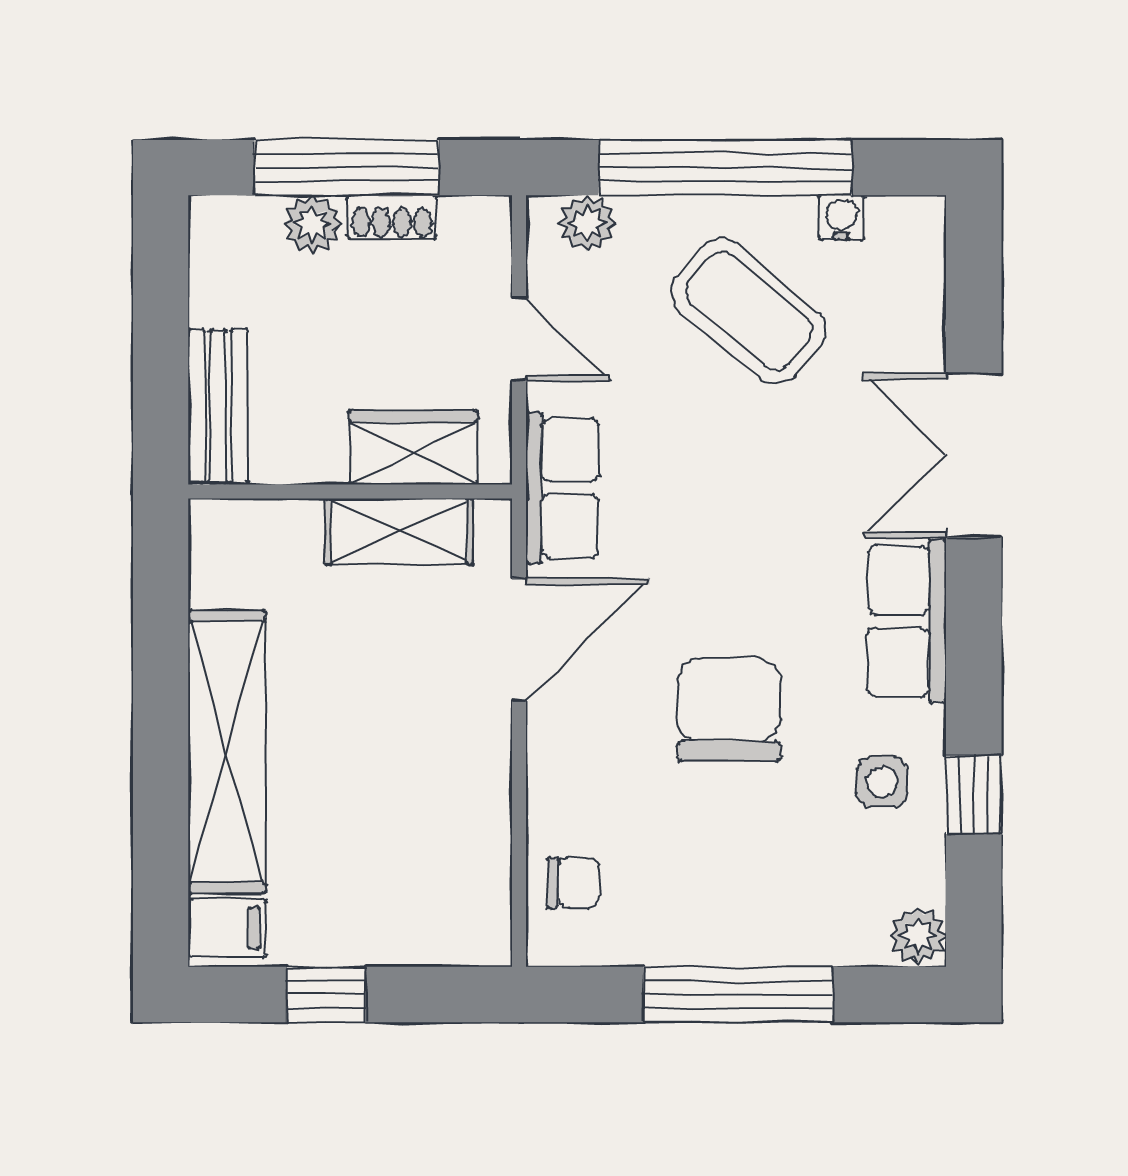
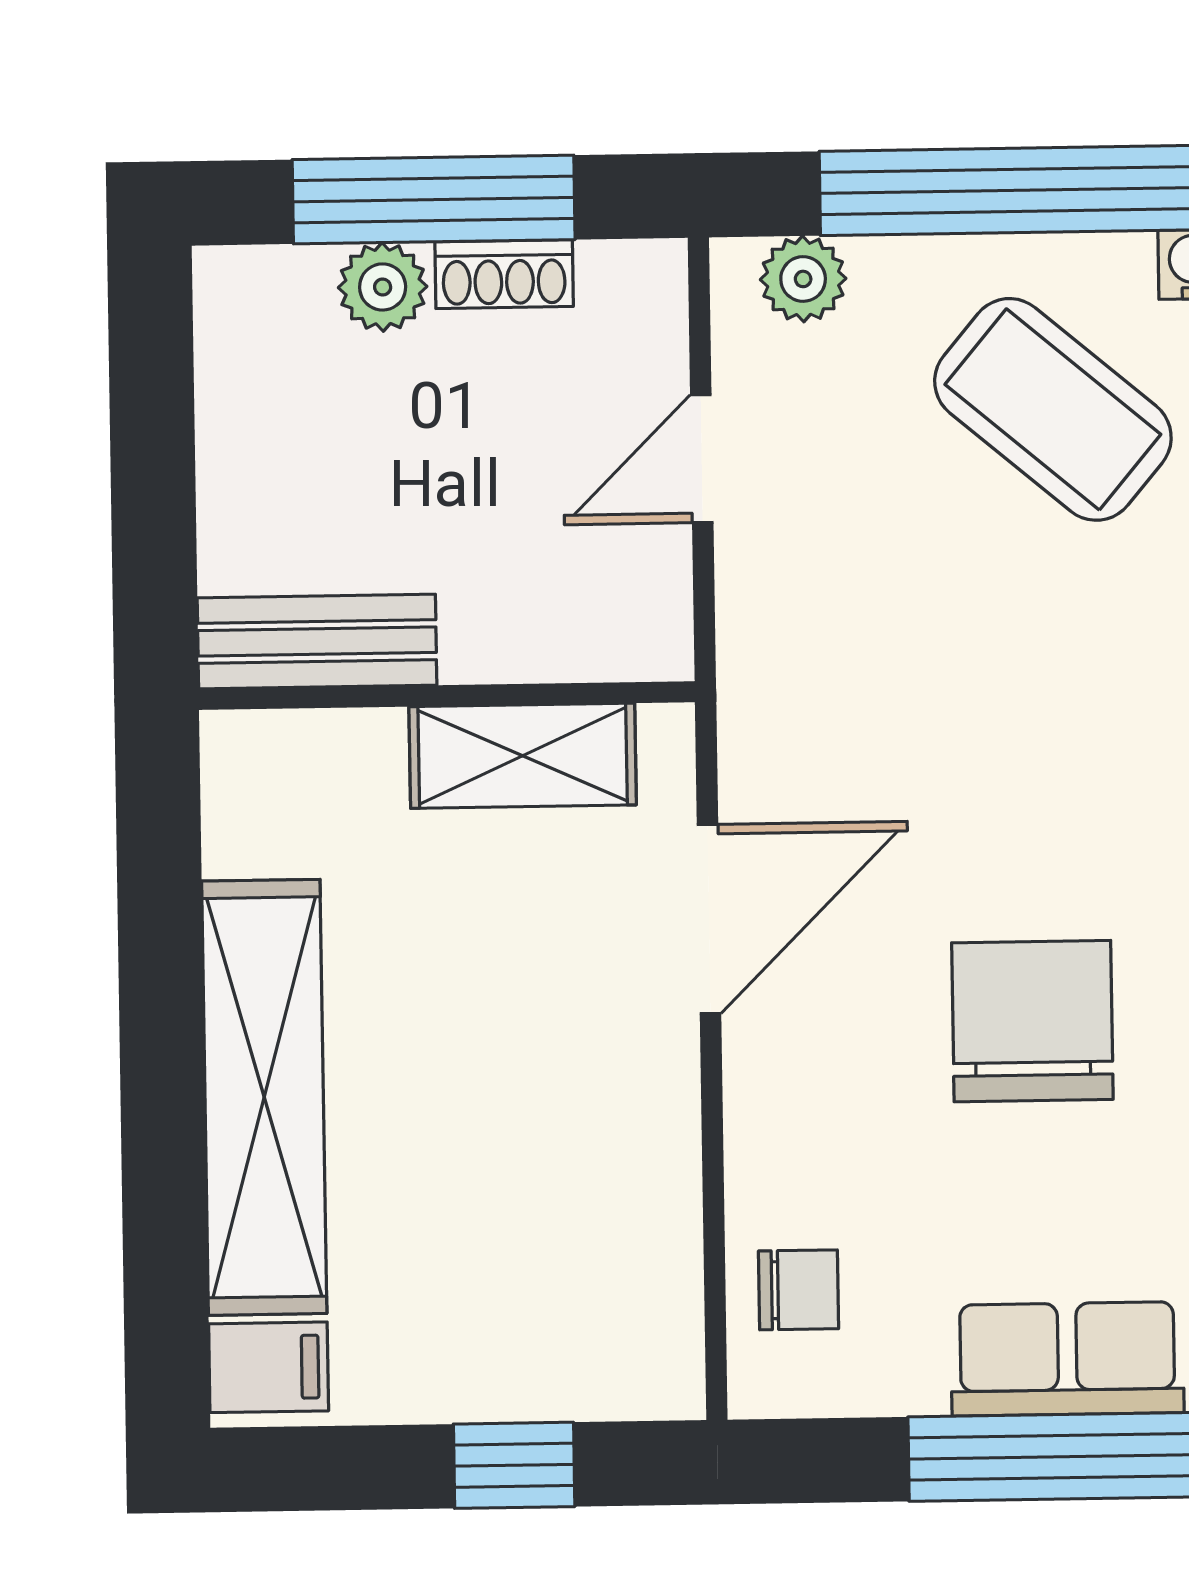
door: (519, 339) -> (702, 459), swing flipped
bench: (218, 407) -> (317, 642), moved, turned 90
wardrobe: (413, 447) -> (543, 627), removed
row of seats: (562, 488) -> (1067, 1359), moved, turned -90
window: (326, 995) -> (514, 1465), moved

